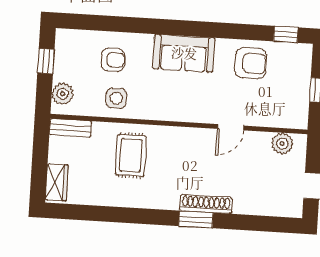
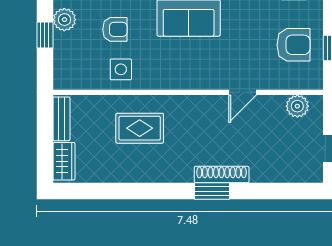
armchair: (251, 63) -> (293, 45), moved
plant: (63, 94) -> (64, 20), moved
bench: (71, 128) -> (61, 119), moved, turned 90
rug: (131, 155) -> (140, 128), turned 90

